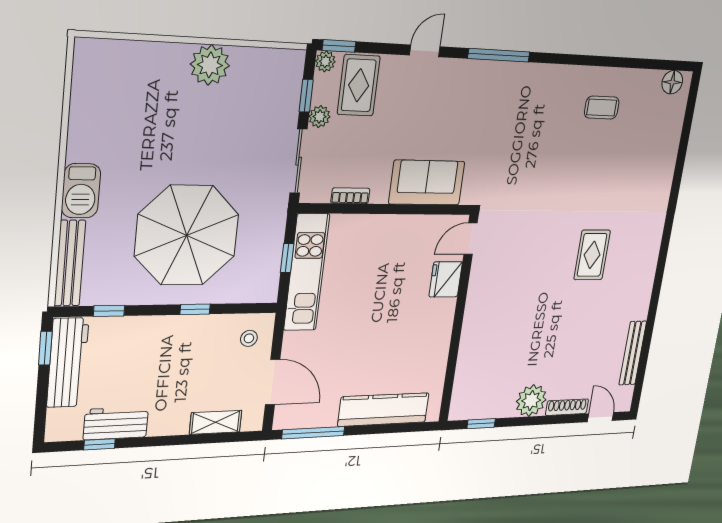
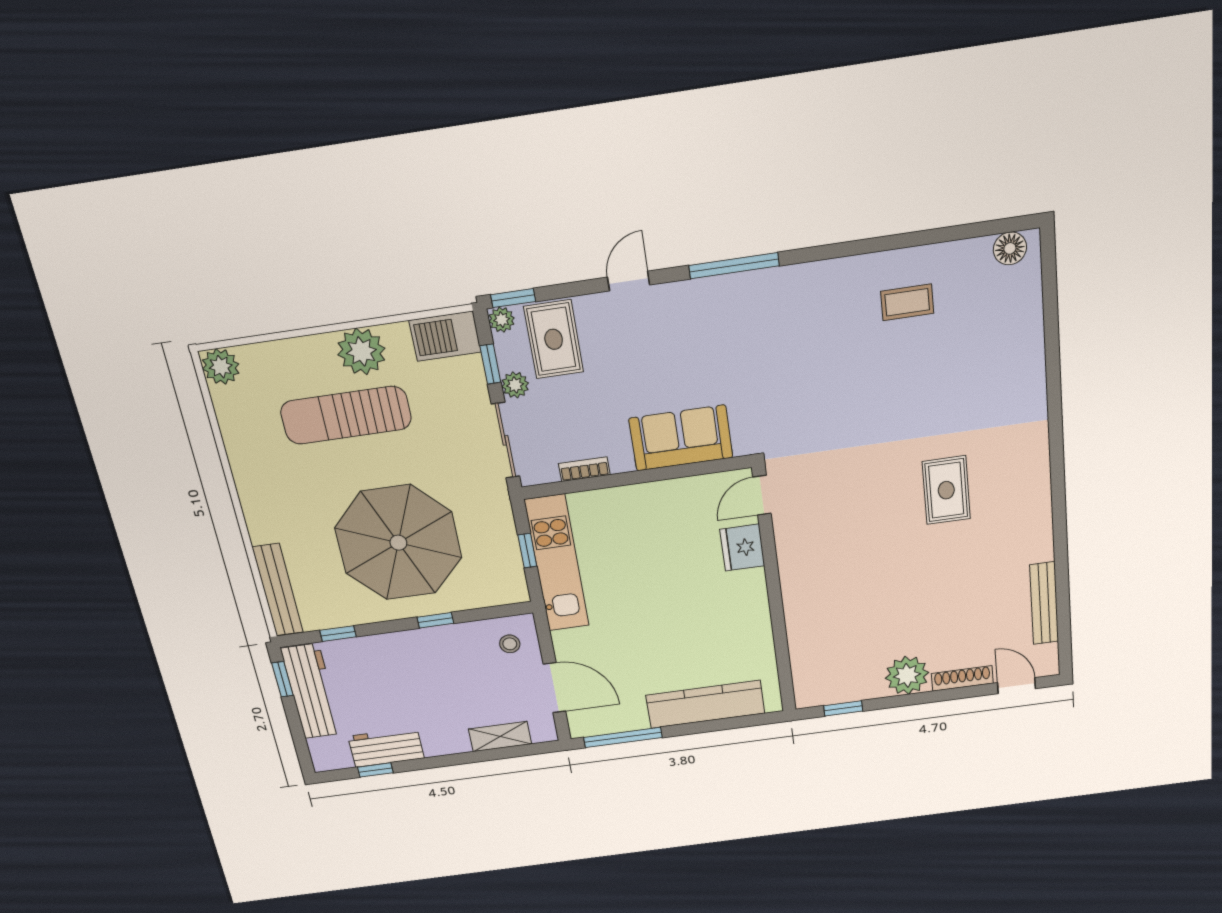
plant: (89, 54) -> (221, 367), added
sun lounger: (180, 117) -> (346, 415), added
barbecue: (81, 191) -> (445, 336), moved, turned 90

